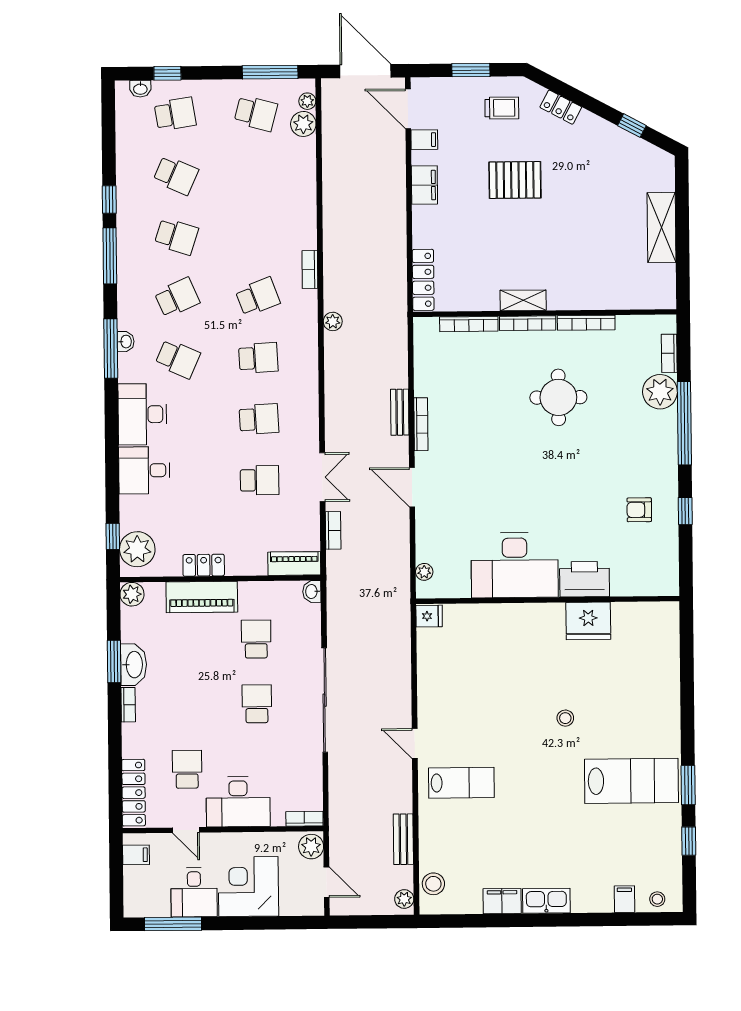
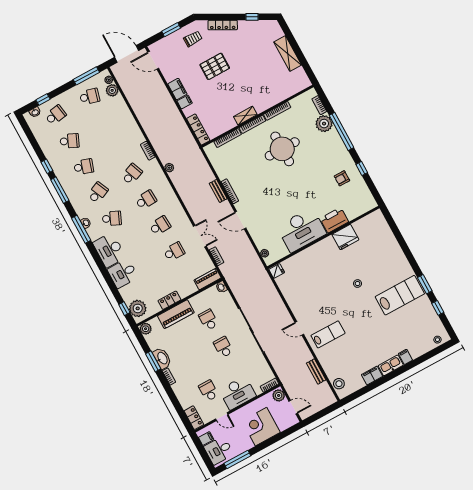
locker: (561, 107) -> (223, 25), width x1.53
filing cabinet: (424, 140) -> (185, 102), moved
round table: (558, 397) -> (282, 149), width x1.36, depth x1.36
locker: (134, 793) -> (194, 418), width x0.66
desk: (194, 892) -> (219, 450), moved, turned 90
plant: (404, 899) -> (330, 397), removed
filing cabinet: (624, 899) -> (405, 357), moved

